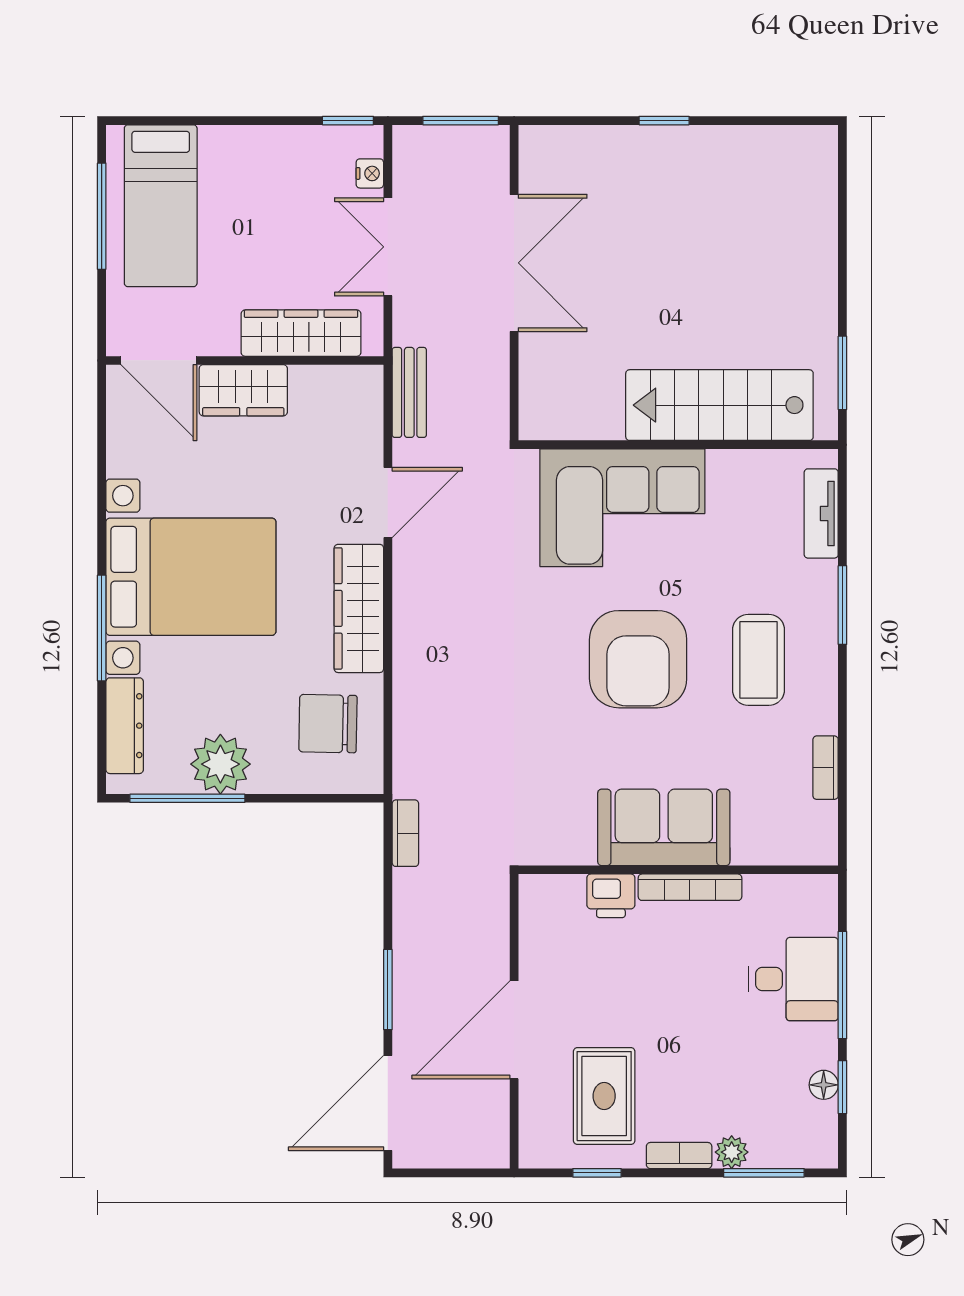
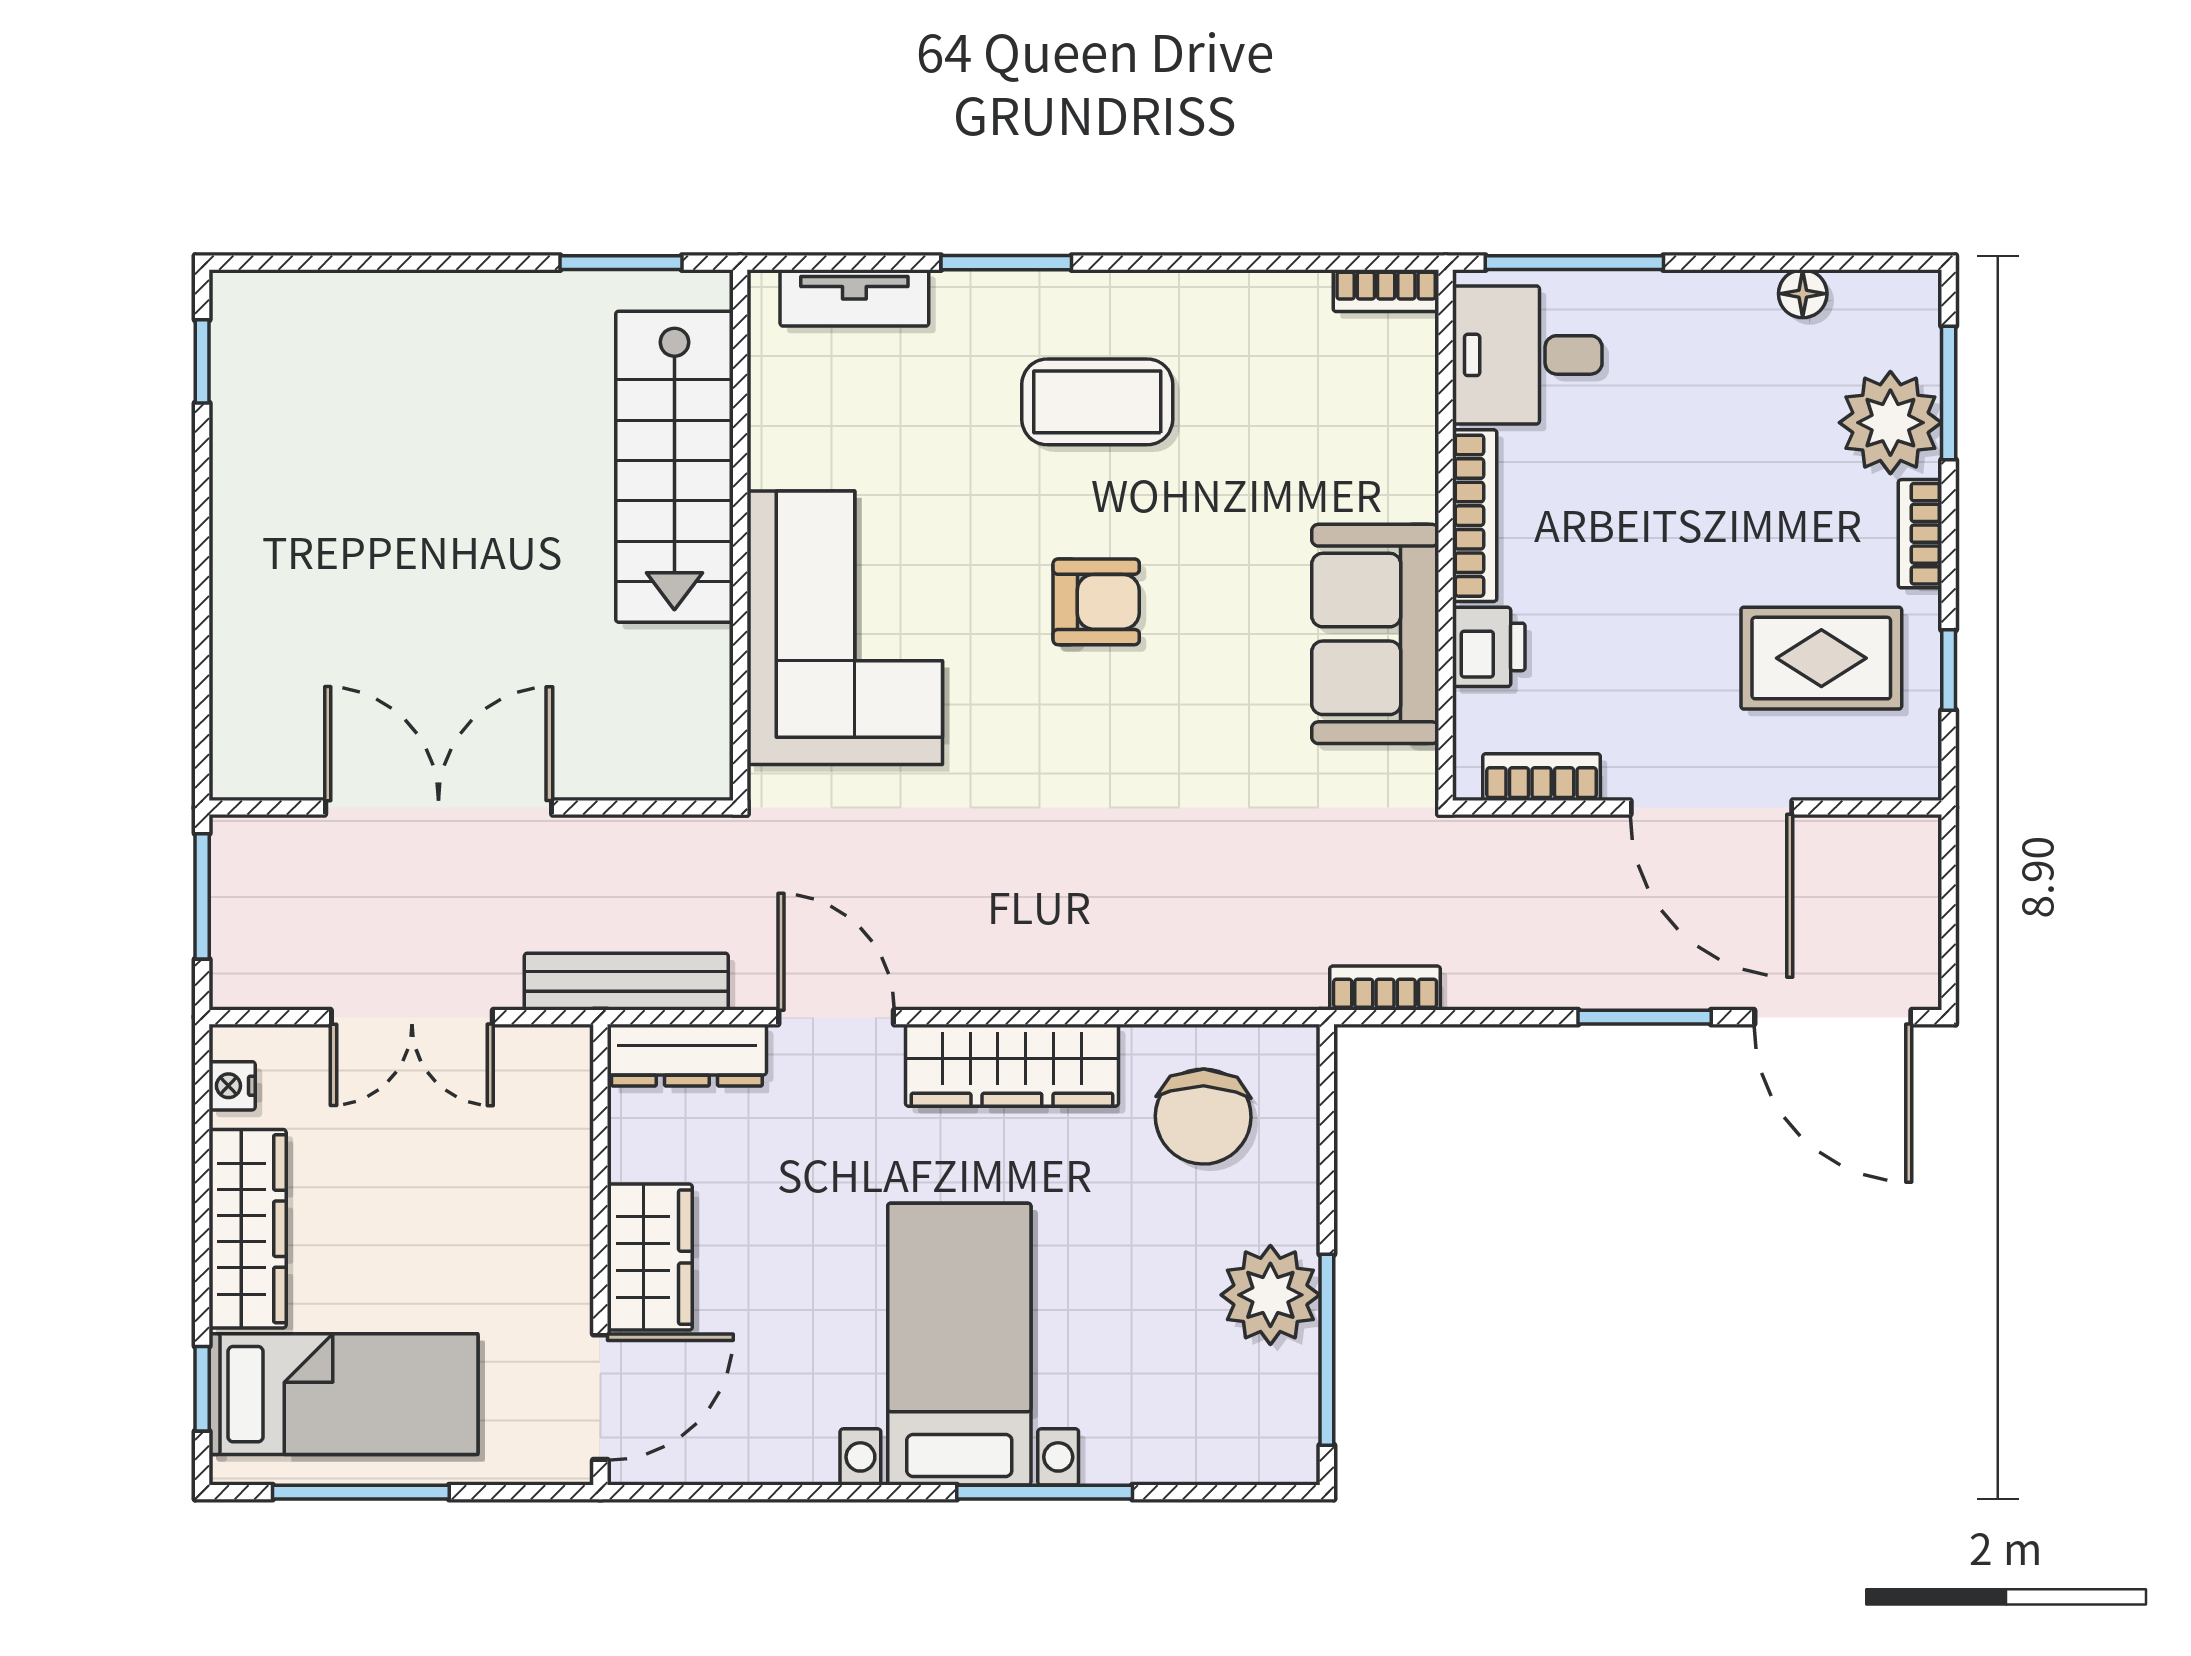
window: (348, 121) -> (202, 1389), moved
window: (664, 121) -> (202, 361), moved
nightstand: (370, 173) -> (232, 1086), moved, turned -90
wardrobe: (301, 333) -> (248, 1229), moved, turned 180
bench: (409, 392) -> (626, 982), width x1.36
bed with nightstands: (191, 577) -> (959, 1344), width x0.73
armchair: (638, 659) -> (1096, 602), width x0.53, depth x0.53
dresser: (125, 726) -> (687, 1055), moved, turned 180
bookcase: (826, 768) -> (1386, 291), moved
sofa: (664, 827) -> (1375, 634), moved
bookcase: (532, 927) -> (1542, 777), added
desk: (793, 979) -> (1527, 355), moved, turned -90
window: (842, 985) -> (1574, 263), moved
window: (842, 1087) -> (1806, 263), removed
plant: (732, 1152) -> (1890, 423), width x1.87, depth x1.87

